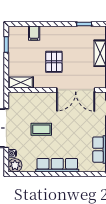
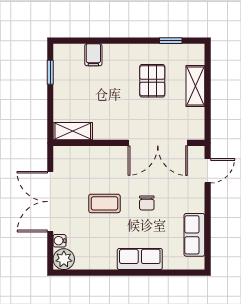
pallet: (54, 62) -> (152, 81), moved
chair: (69, 129) -> (147, 203), added
row of seats: (57, 165) -> (140, 259), width x0.68

